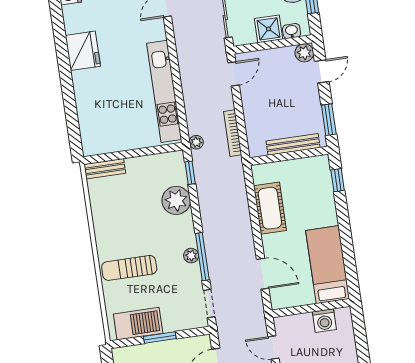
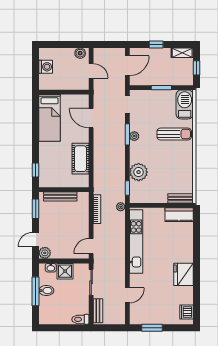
kitchen counter: (103, 143) -> (179, 215), added
window: (202, 257) -> (127, 134), width x0.69
washing machine: (324, 321) -> (46, 67), moved, turned 90
barbecue: (138, 324) -> (185, 104), moved, turned 90

